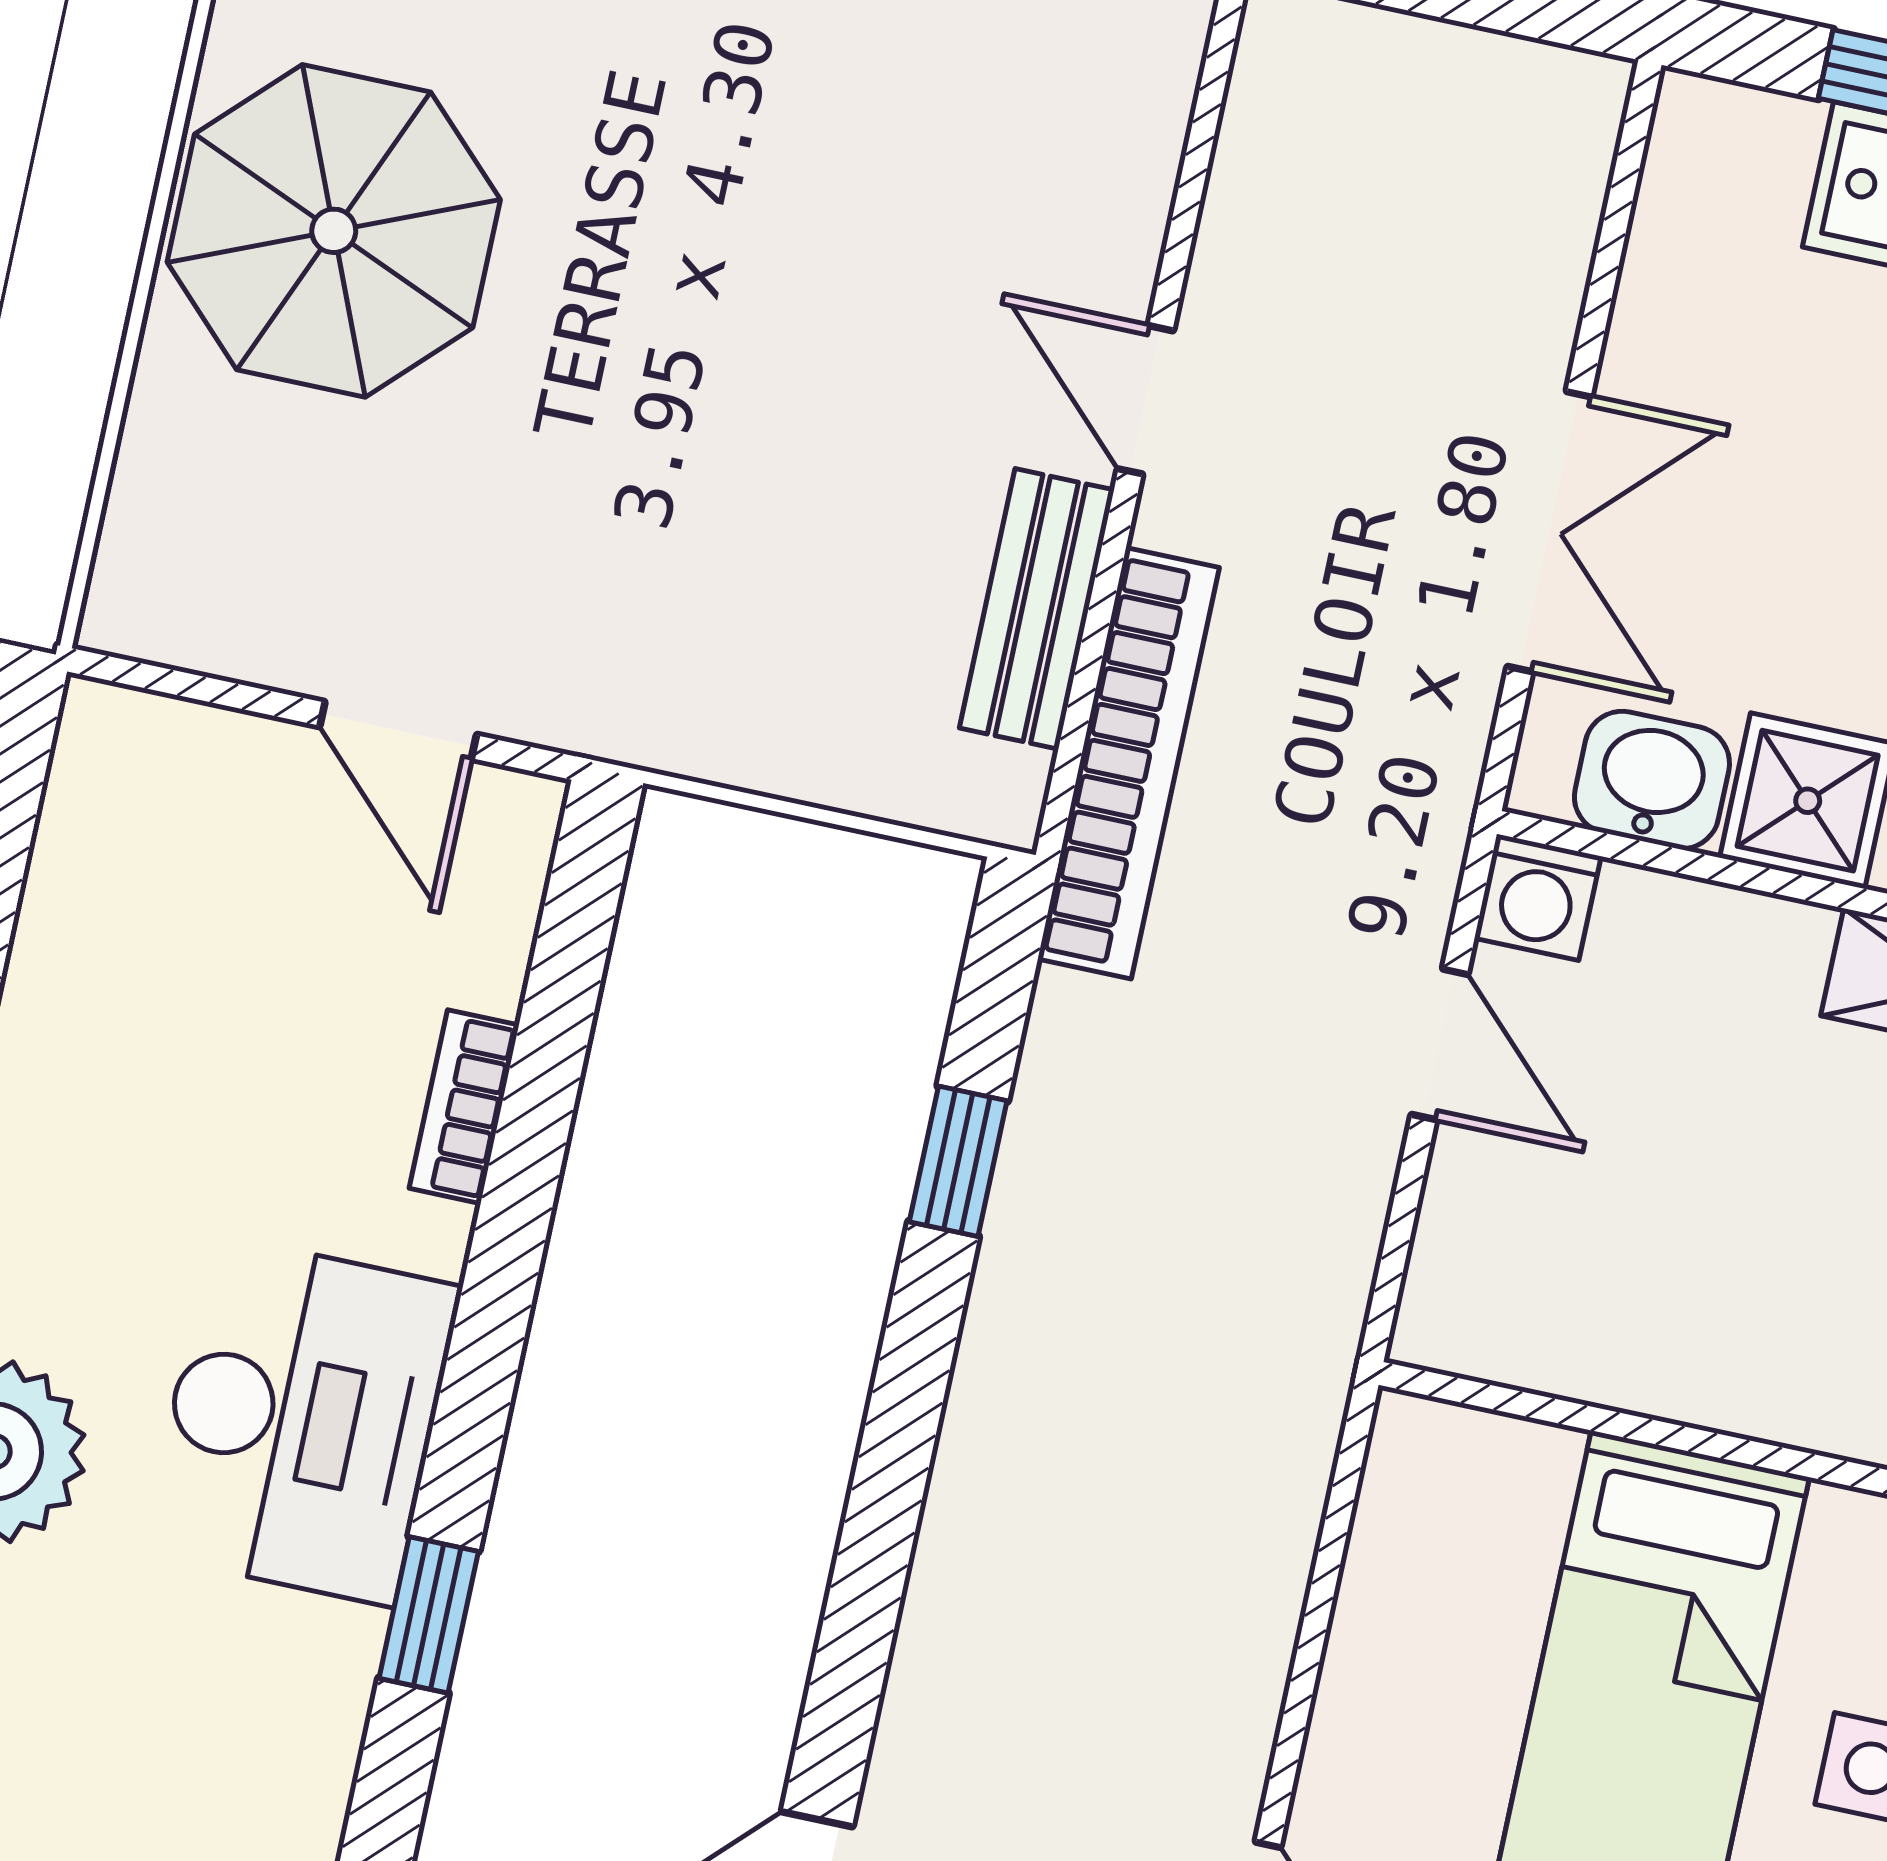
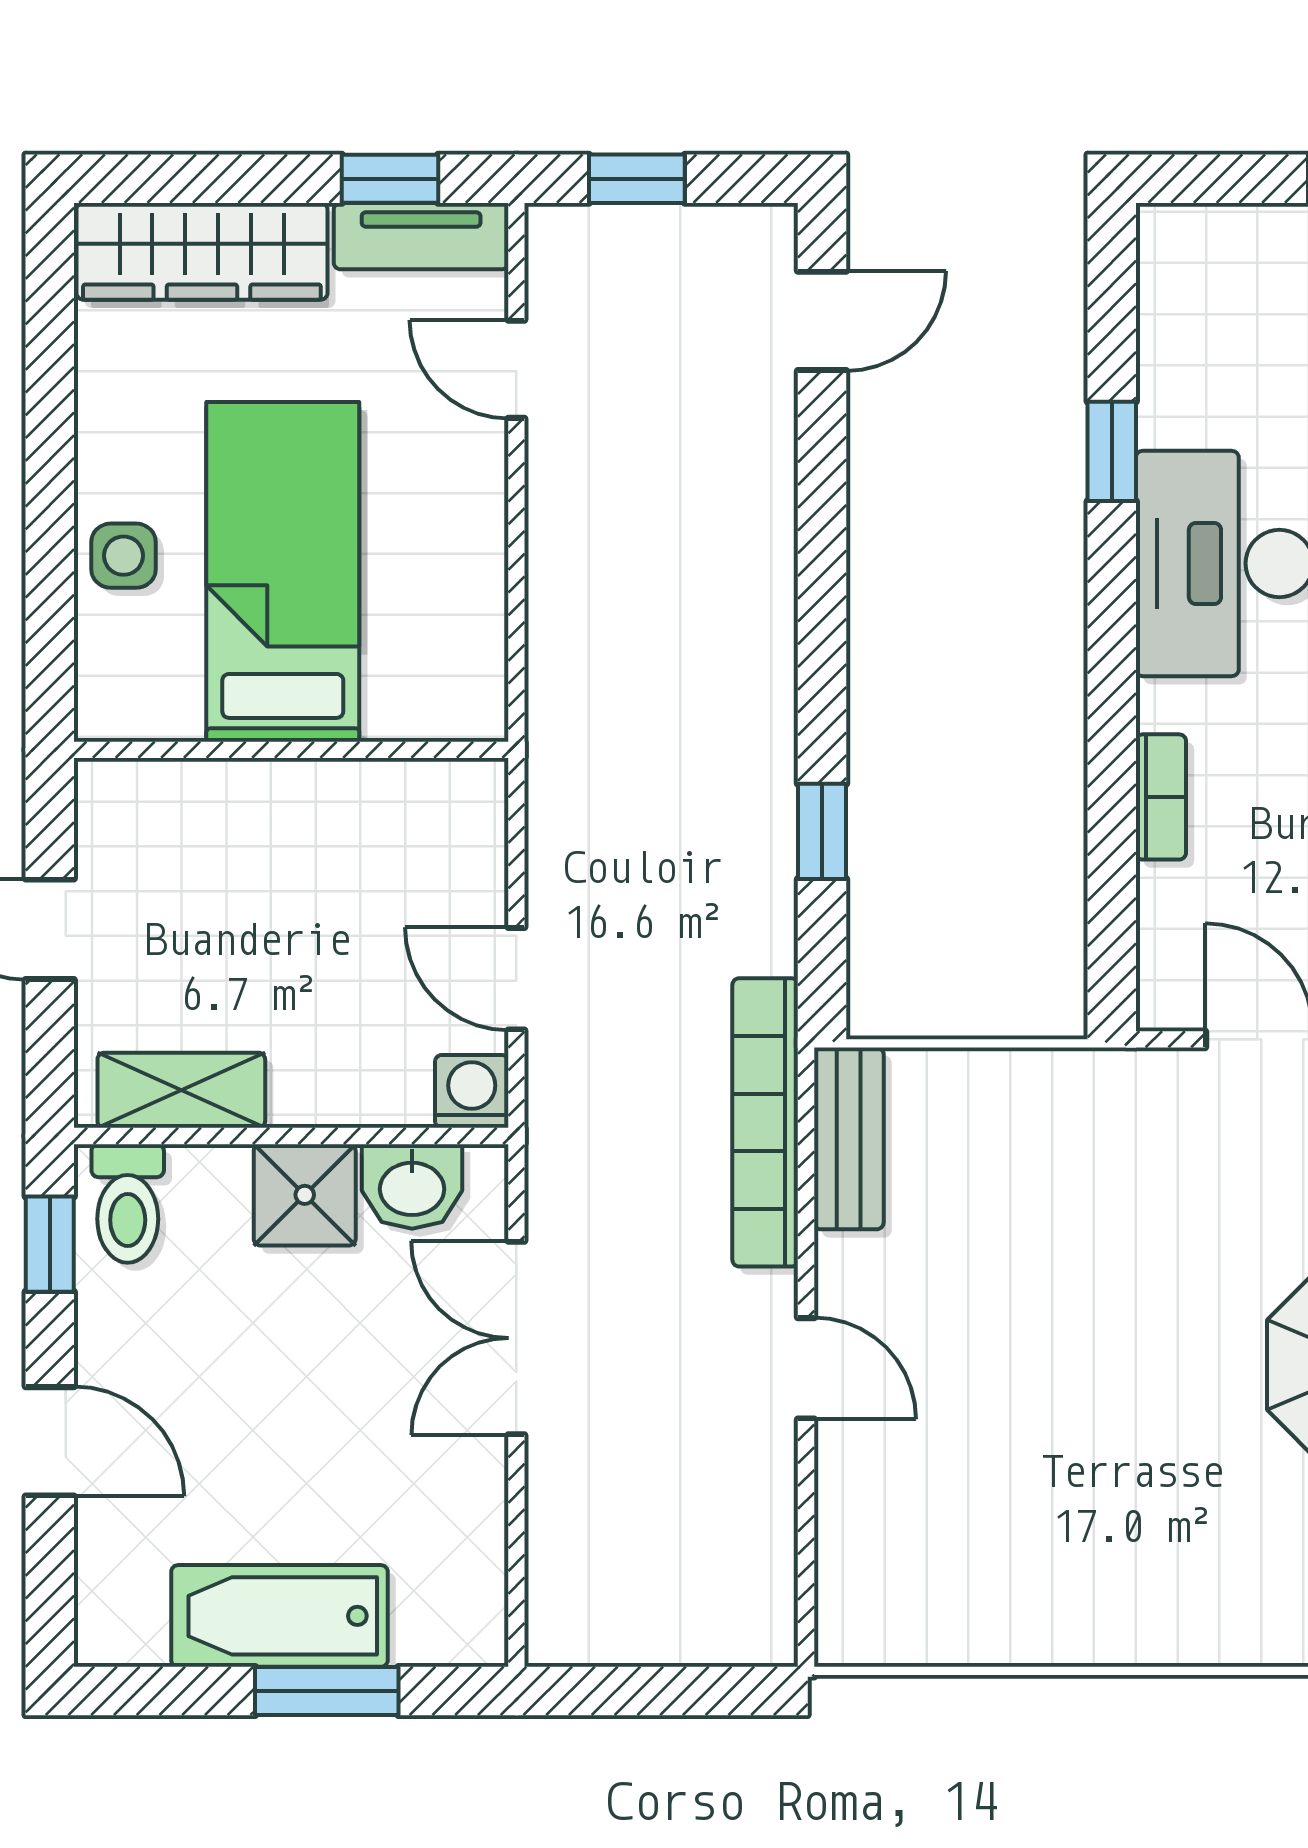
bench: (1037, 609) -> (849, 1138), moved

